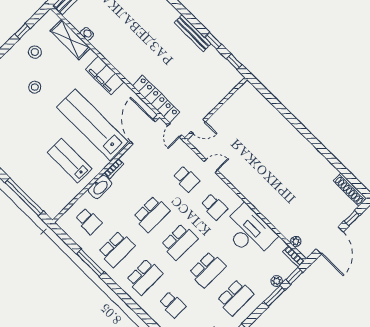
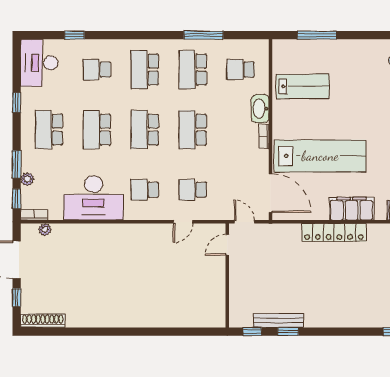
bench: (193, 33) -> (279, 321), moved
locker: (156, 99) -> (334, 232), moved
lab bench: (70, 161) -> (303, 86), moved
window: (24, 197) -> (317, 35), width x0.68

